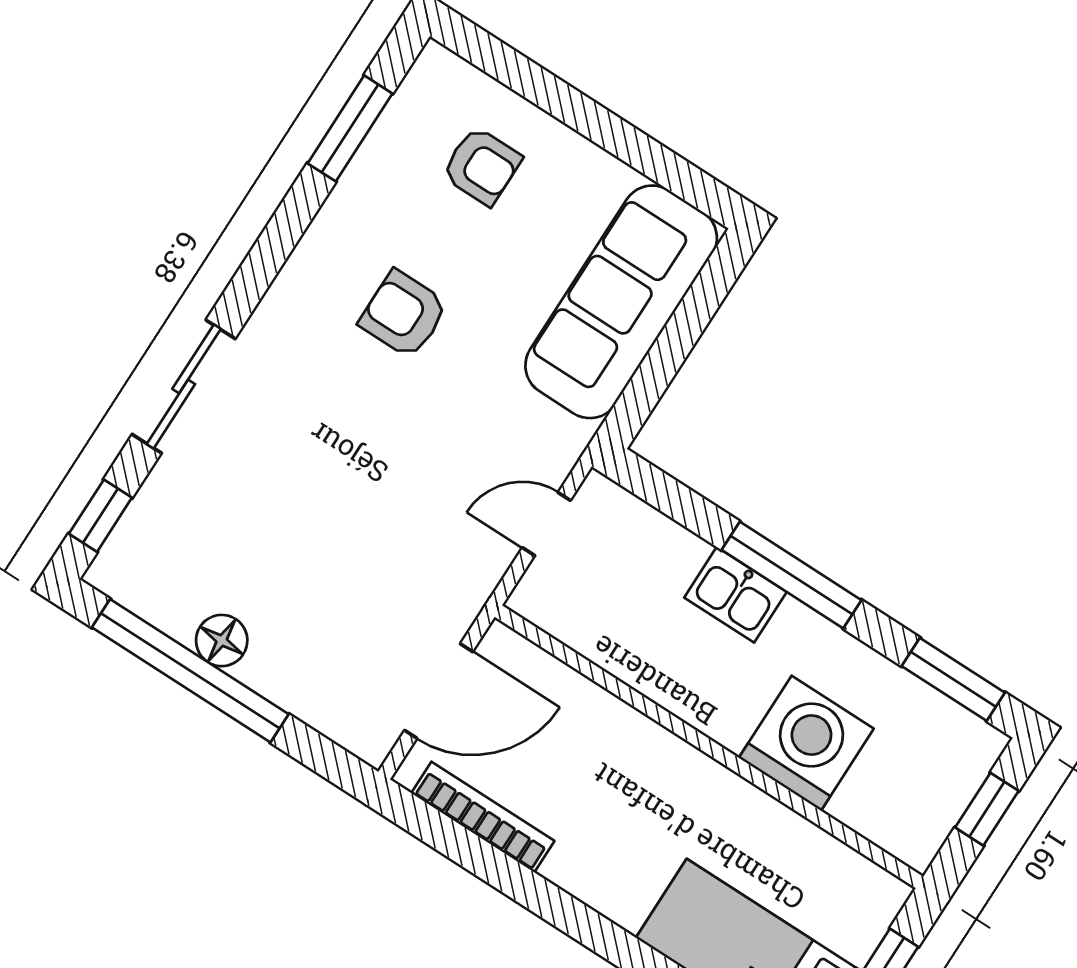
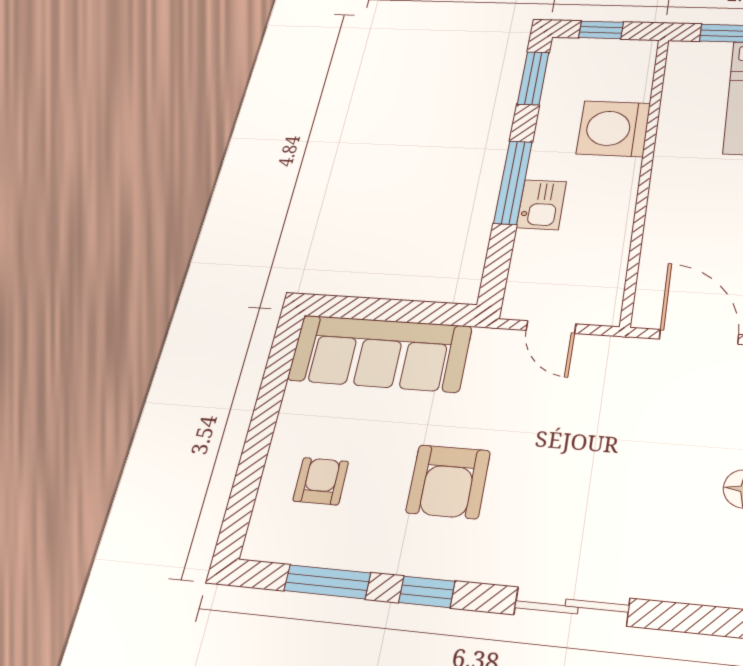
armchair: (404, 314) -> (448, 482), width x1.38, depth x1.38
window: (100, 516) -> (427, 592), moved

